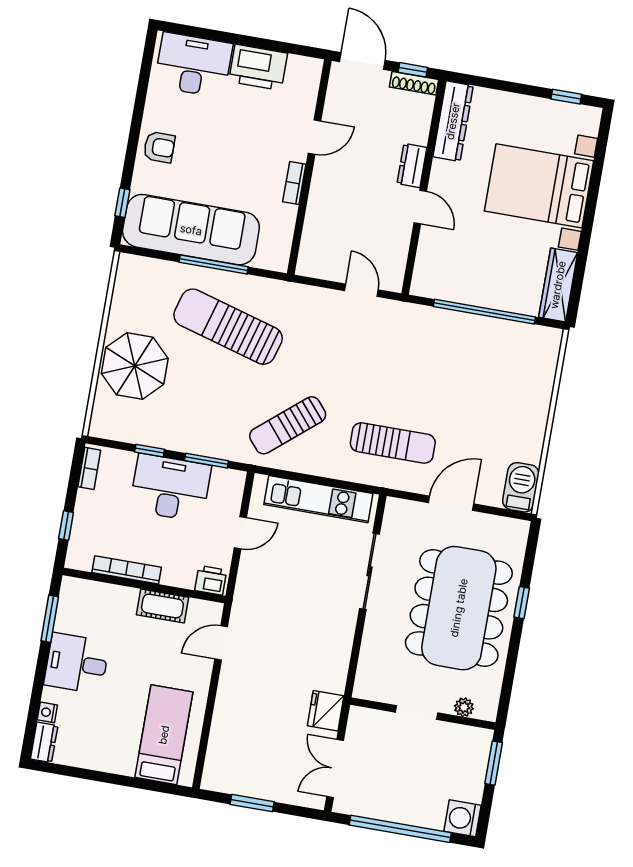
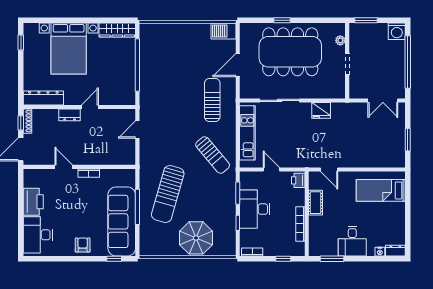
door: (451, 503) -> (238, 65), hinge flipped
fridge: (326, 711) -> (321, 110), moved

